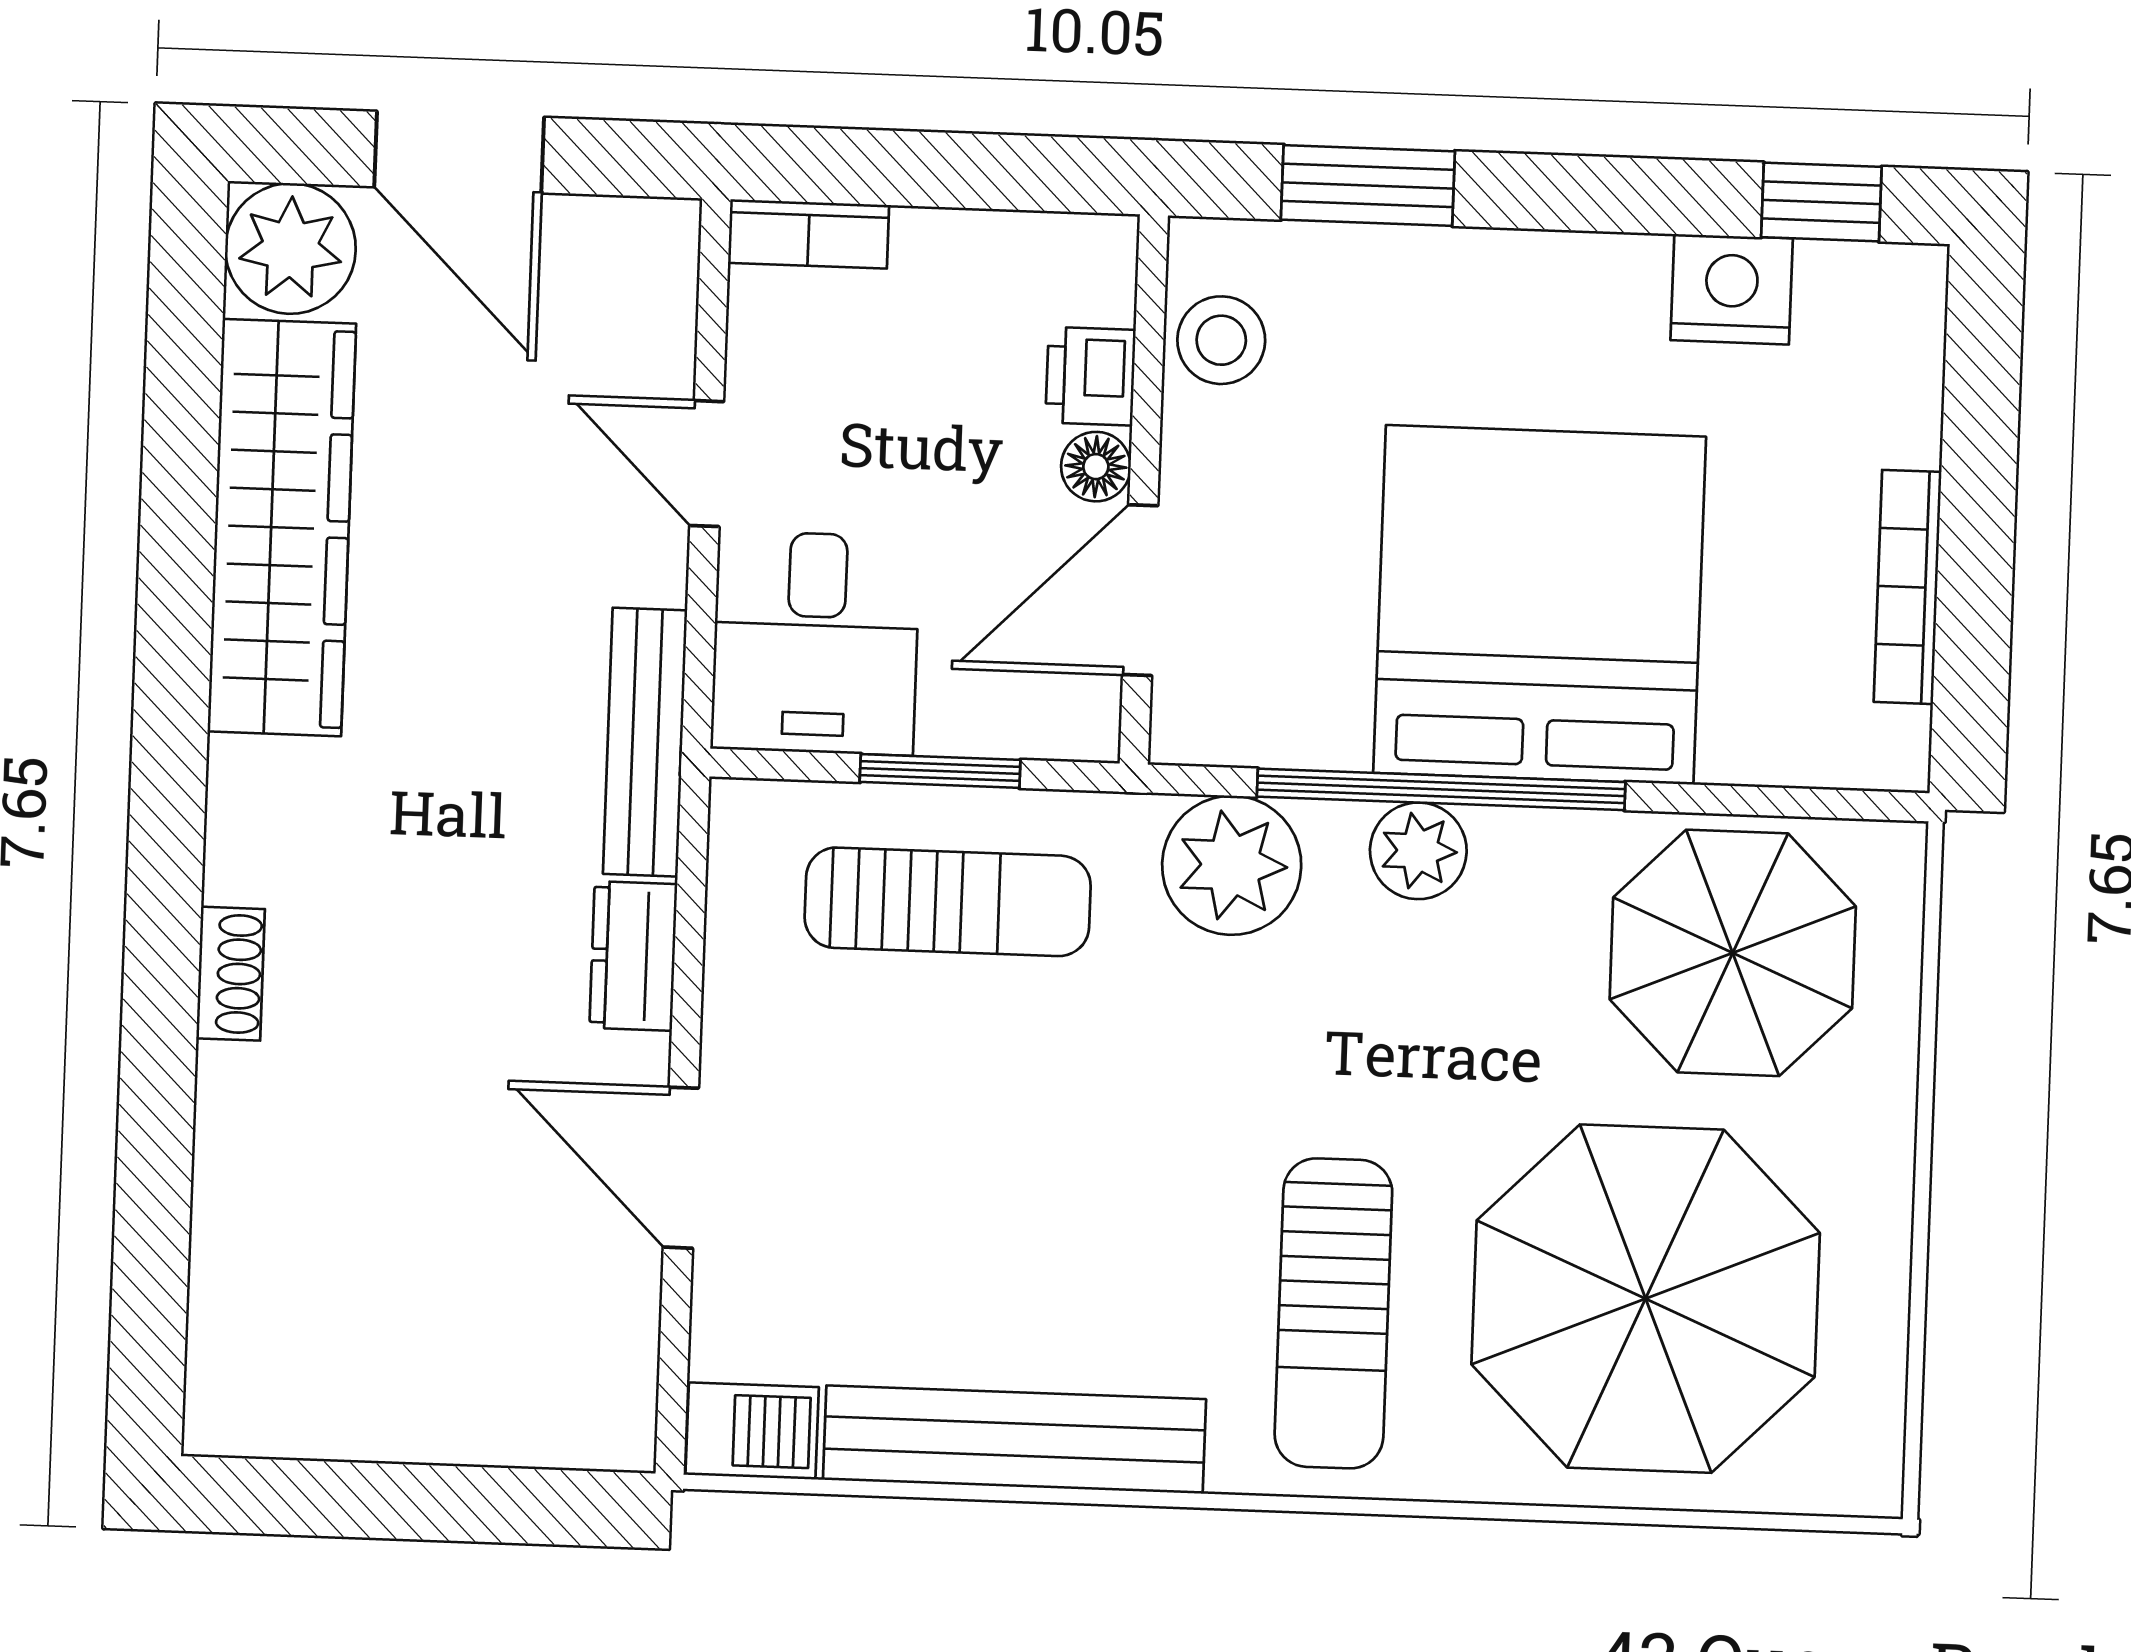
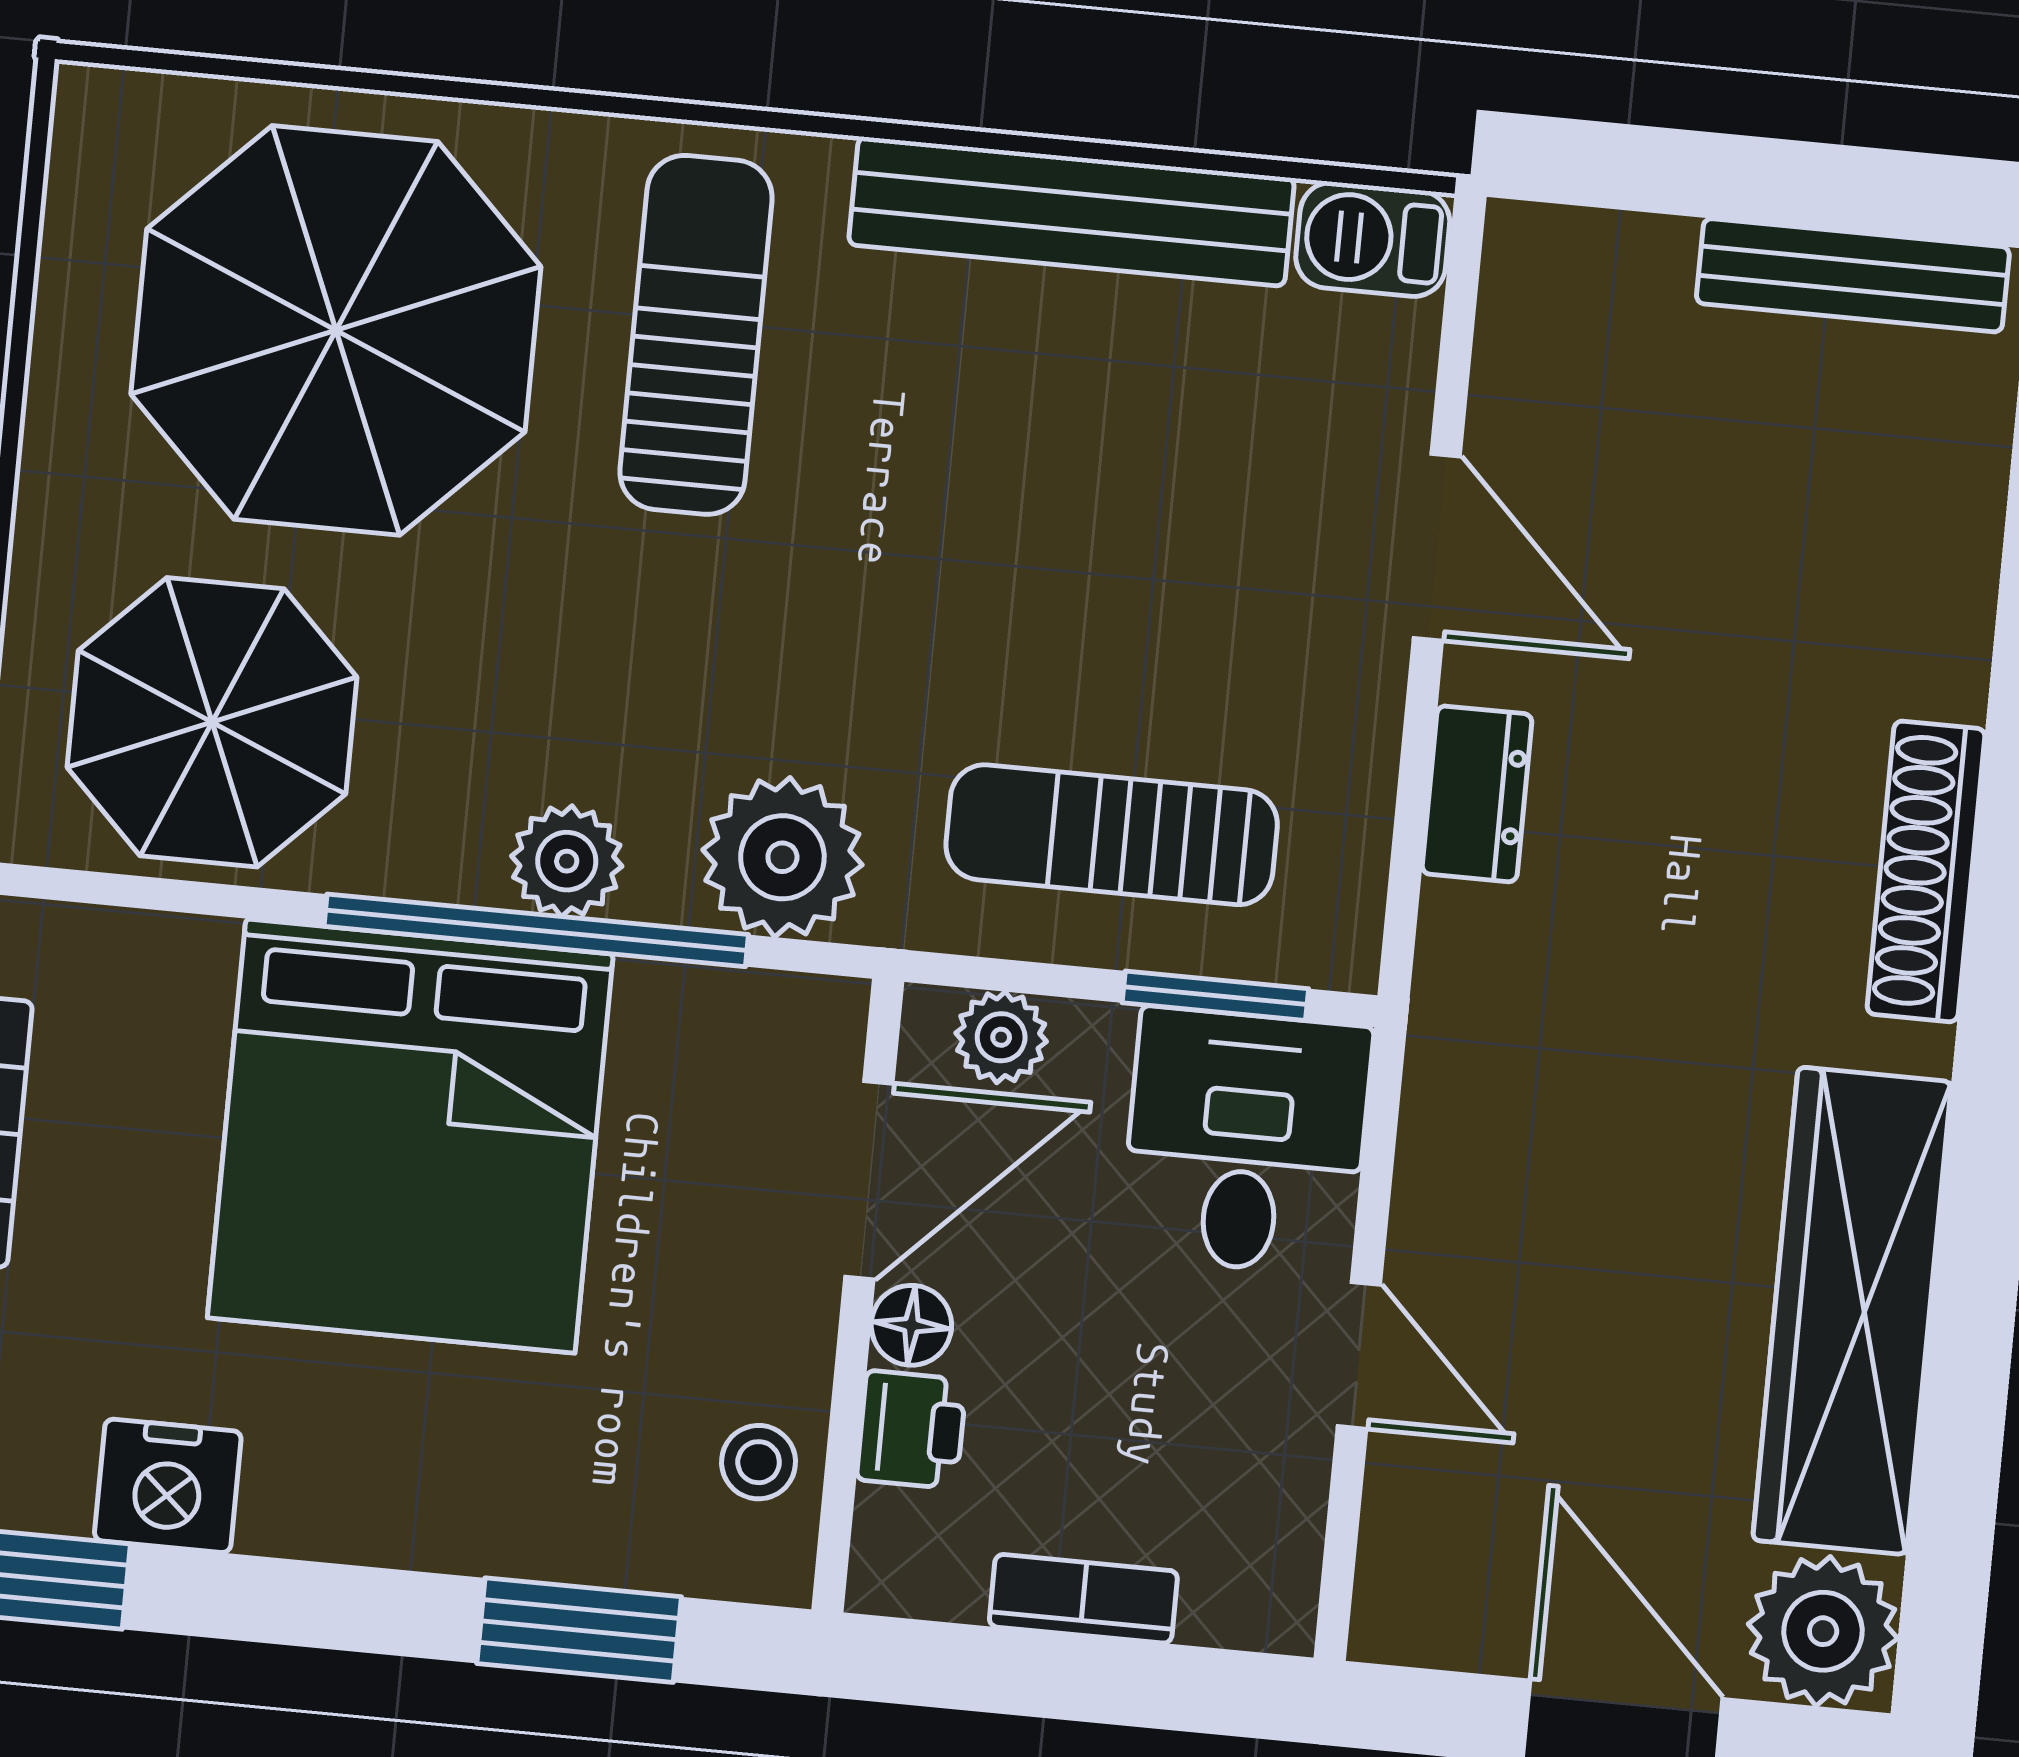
bookcase: (809, 234) -> (1083, 1599), moved
stool: (1221, 340) -> (759, 1462), width x0.73, depth x0.73
plant: (1033, 721) -> (1001, 1037), added
bench: (645, 742) -> (1853, 275), moved, turned 90
window: (940, 771) -> (1215, 996), moved
shoe rack: (231, 974) -> (1926, 871), width x1.94, depth x1.24

